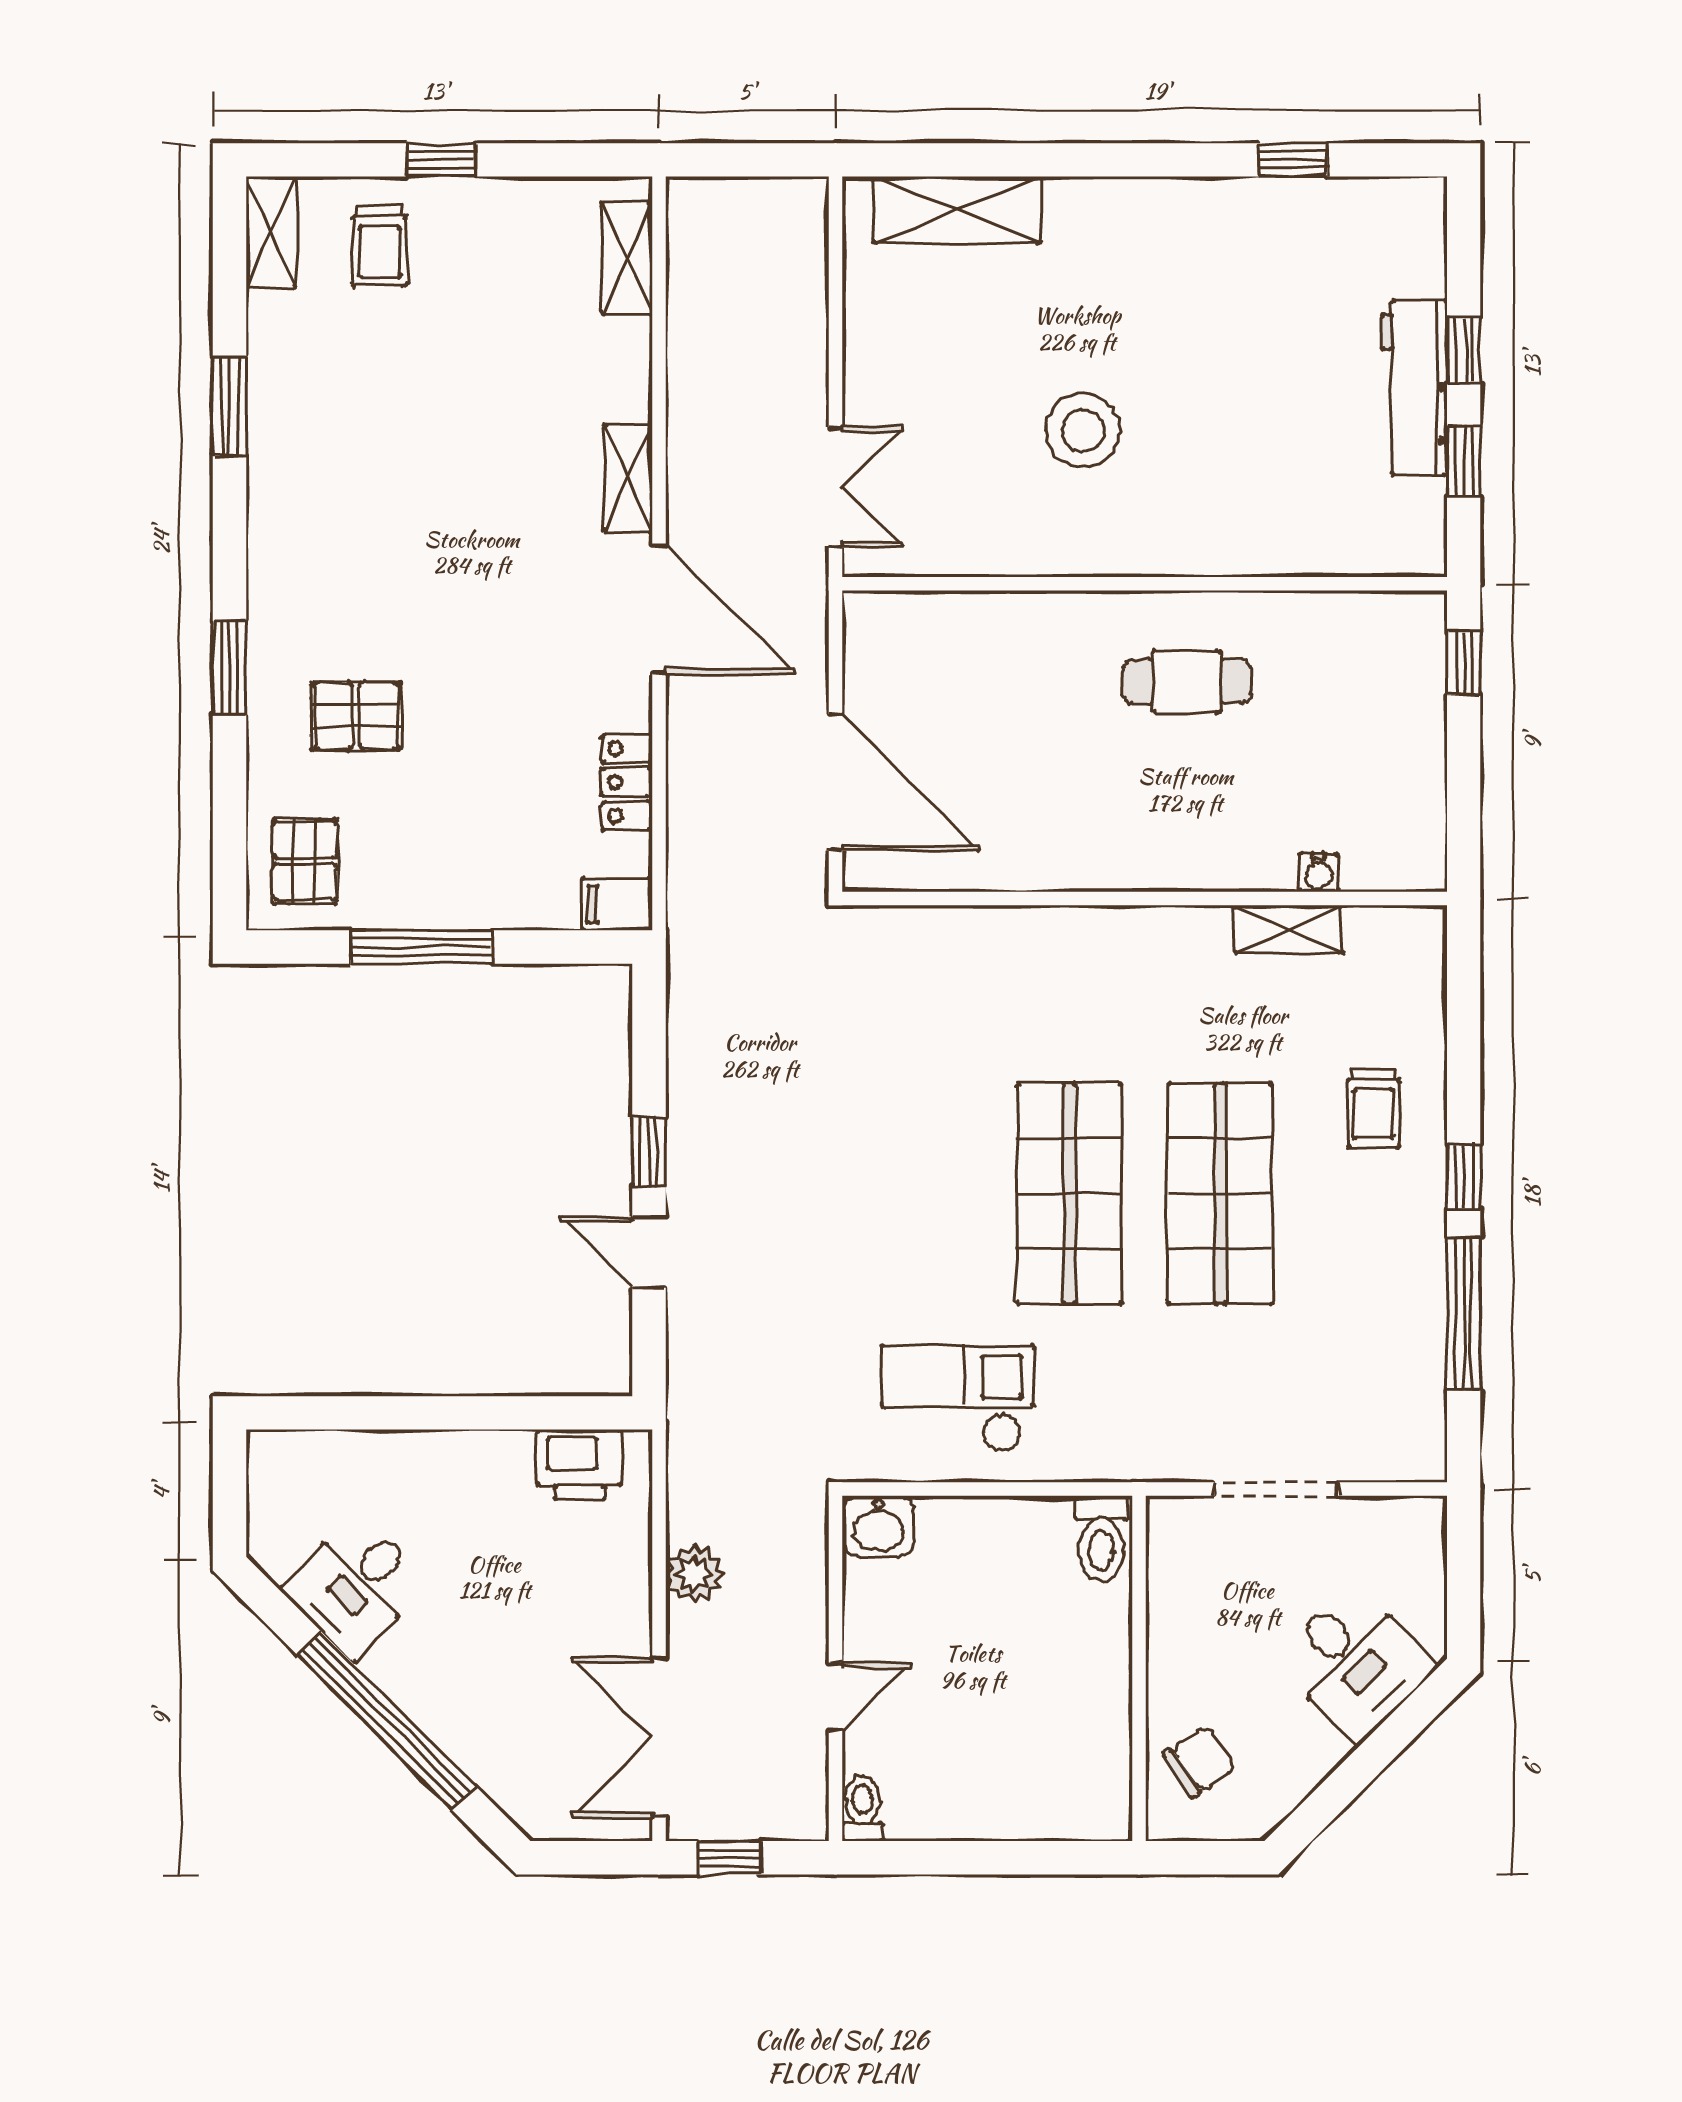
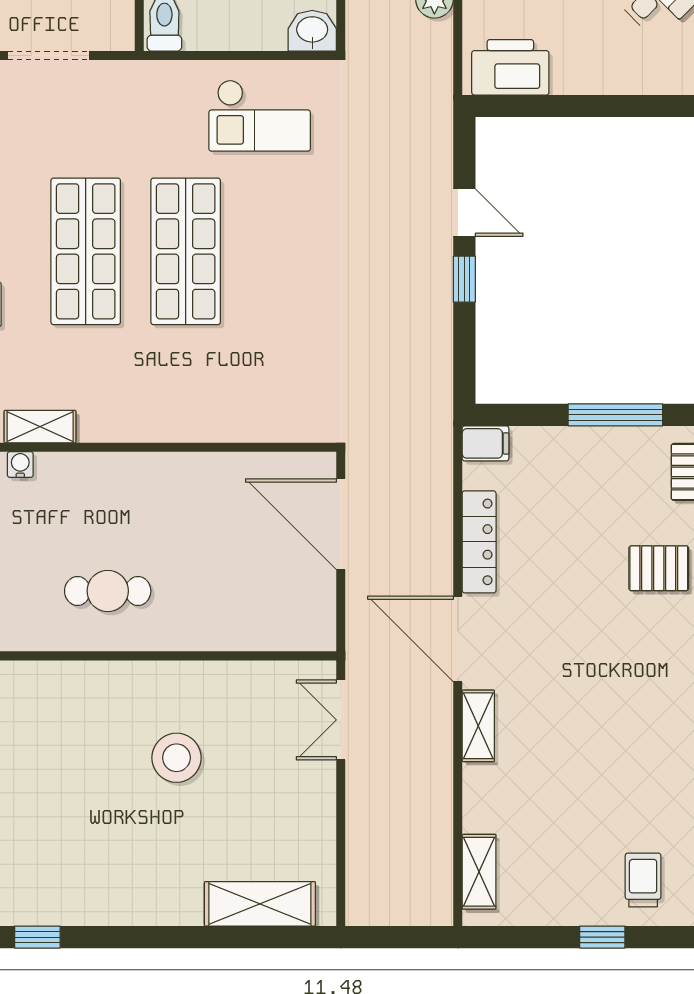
locker: (627, 782) -> (479, 542), width x1.53
printer: (580, 1464) -> (510, 67), width x1.37, depth x1.19

